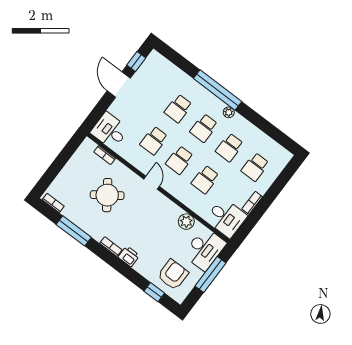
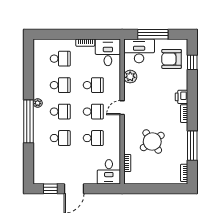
door: (152, 183) -> (122, 108), moved

